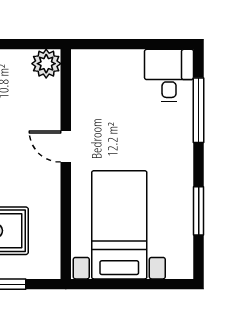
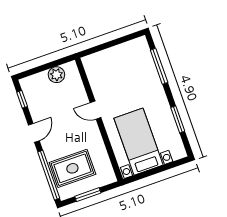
plant: (46, 64) -> (56, 75), moved
desk: (169, 75) -> (137, 53), removed

